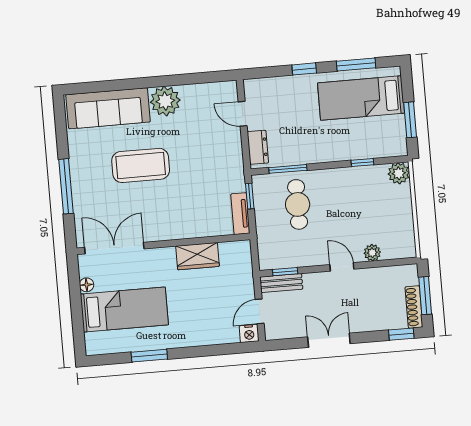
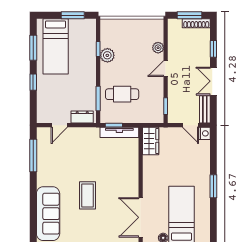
window: (194, 78) -> (33, 155), added
plant: (165, 101) -> (46, 176), removed
coffee table: (141, 165) -> (88, 195), width x0.73, depth x0.76
plant: (399, 173) -> (107, 55), moved
tv unit: (240, 214) -> (119, 132), width x1.41
wardrobe: (198, 256) -> (151, 141), moved
bench: (281, 283) -> (205, 109), moved
window: (401, 334) -> (213, 49), moved
window: (149, 356) -> (213, 186), moved

